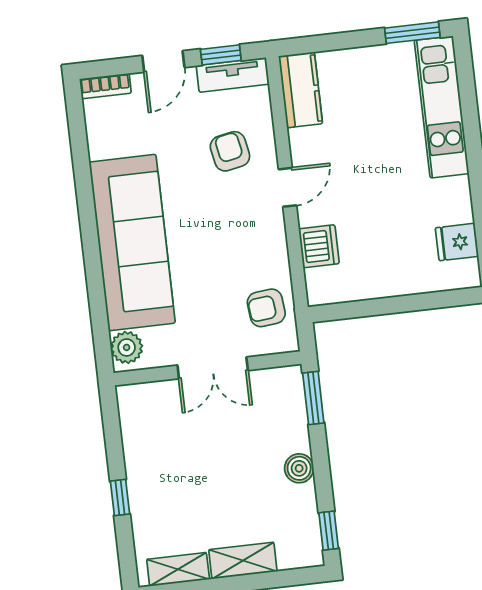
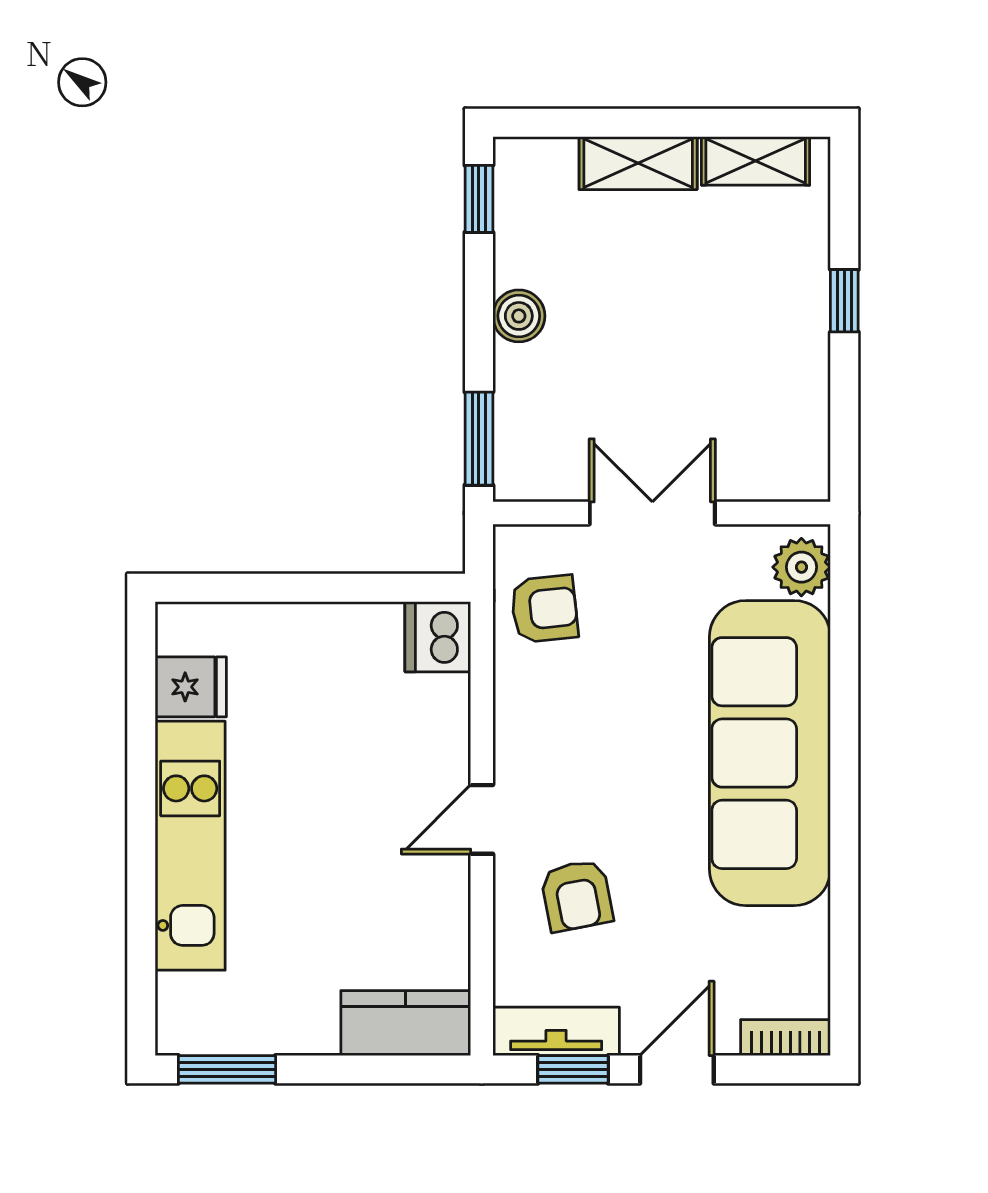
kitchen counter: (301, 90) -> (406, 1023), moved, turned 90
kitchen unit: (442, 107) -> (190, 846), moved
dishwasher: (319, 246) -> (438, 637), moved

